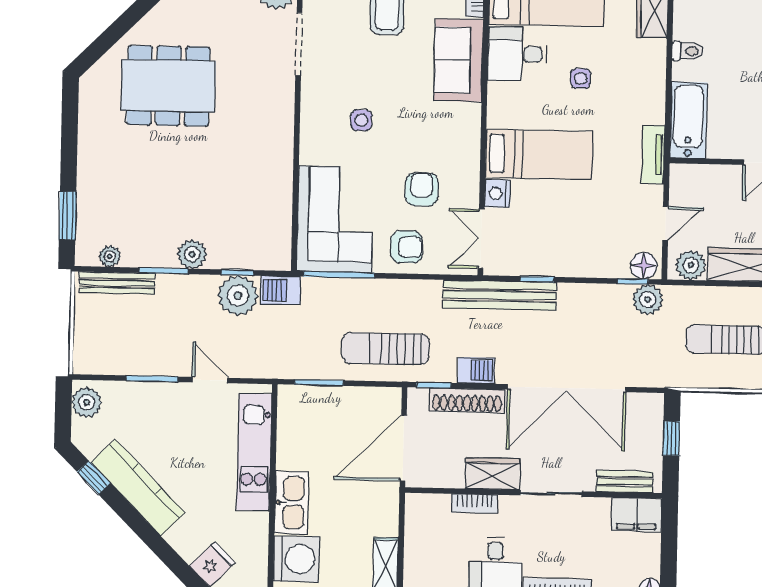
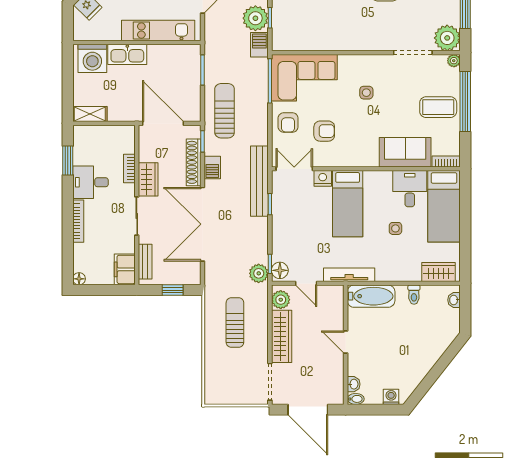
tv unit: (653, 154) -> (349, 275), width x1.41

